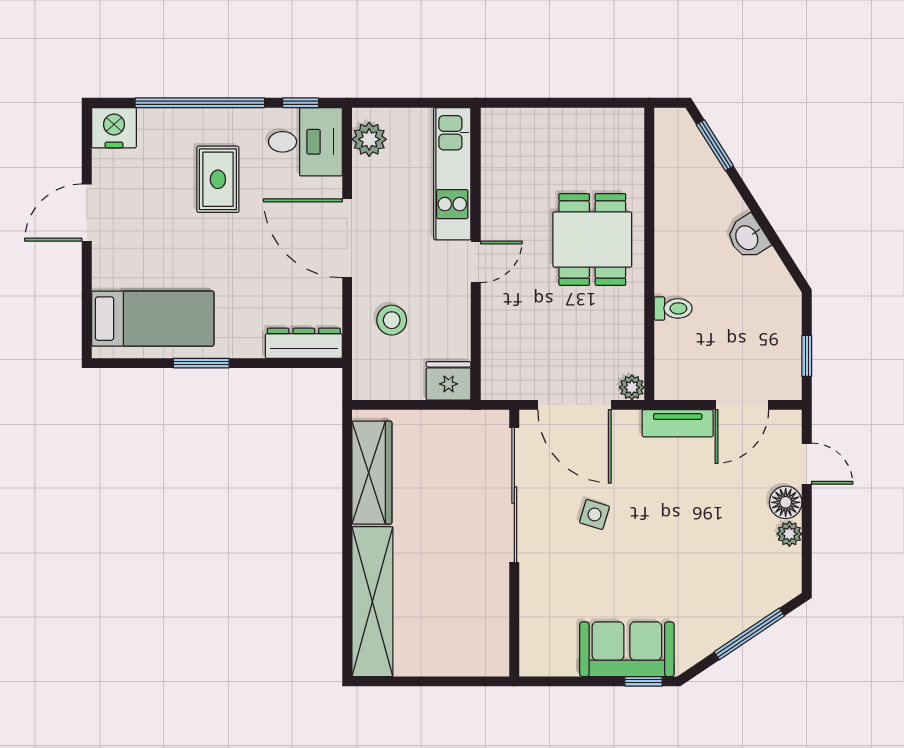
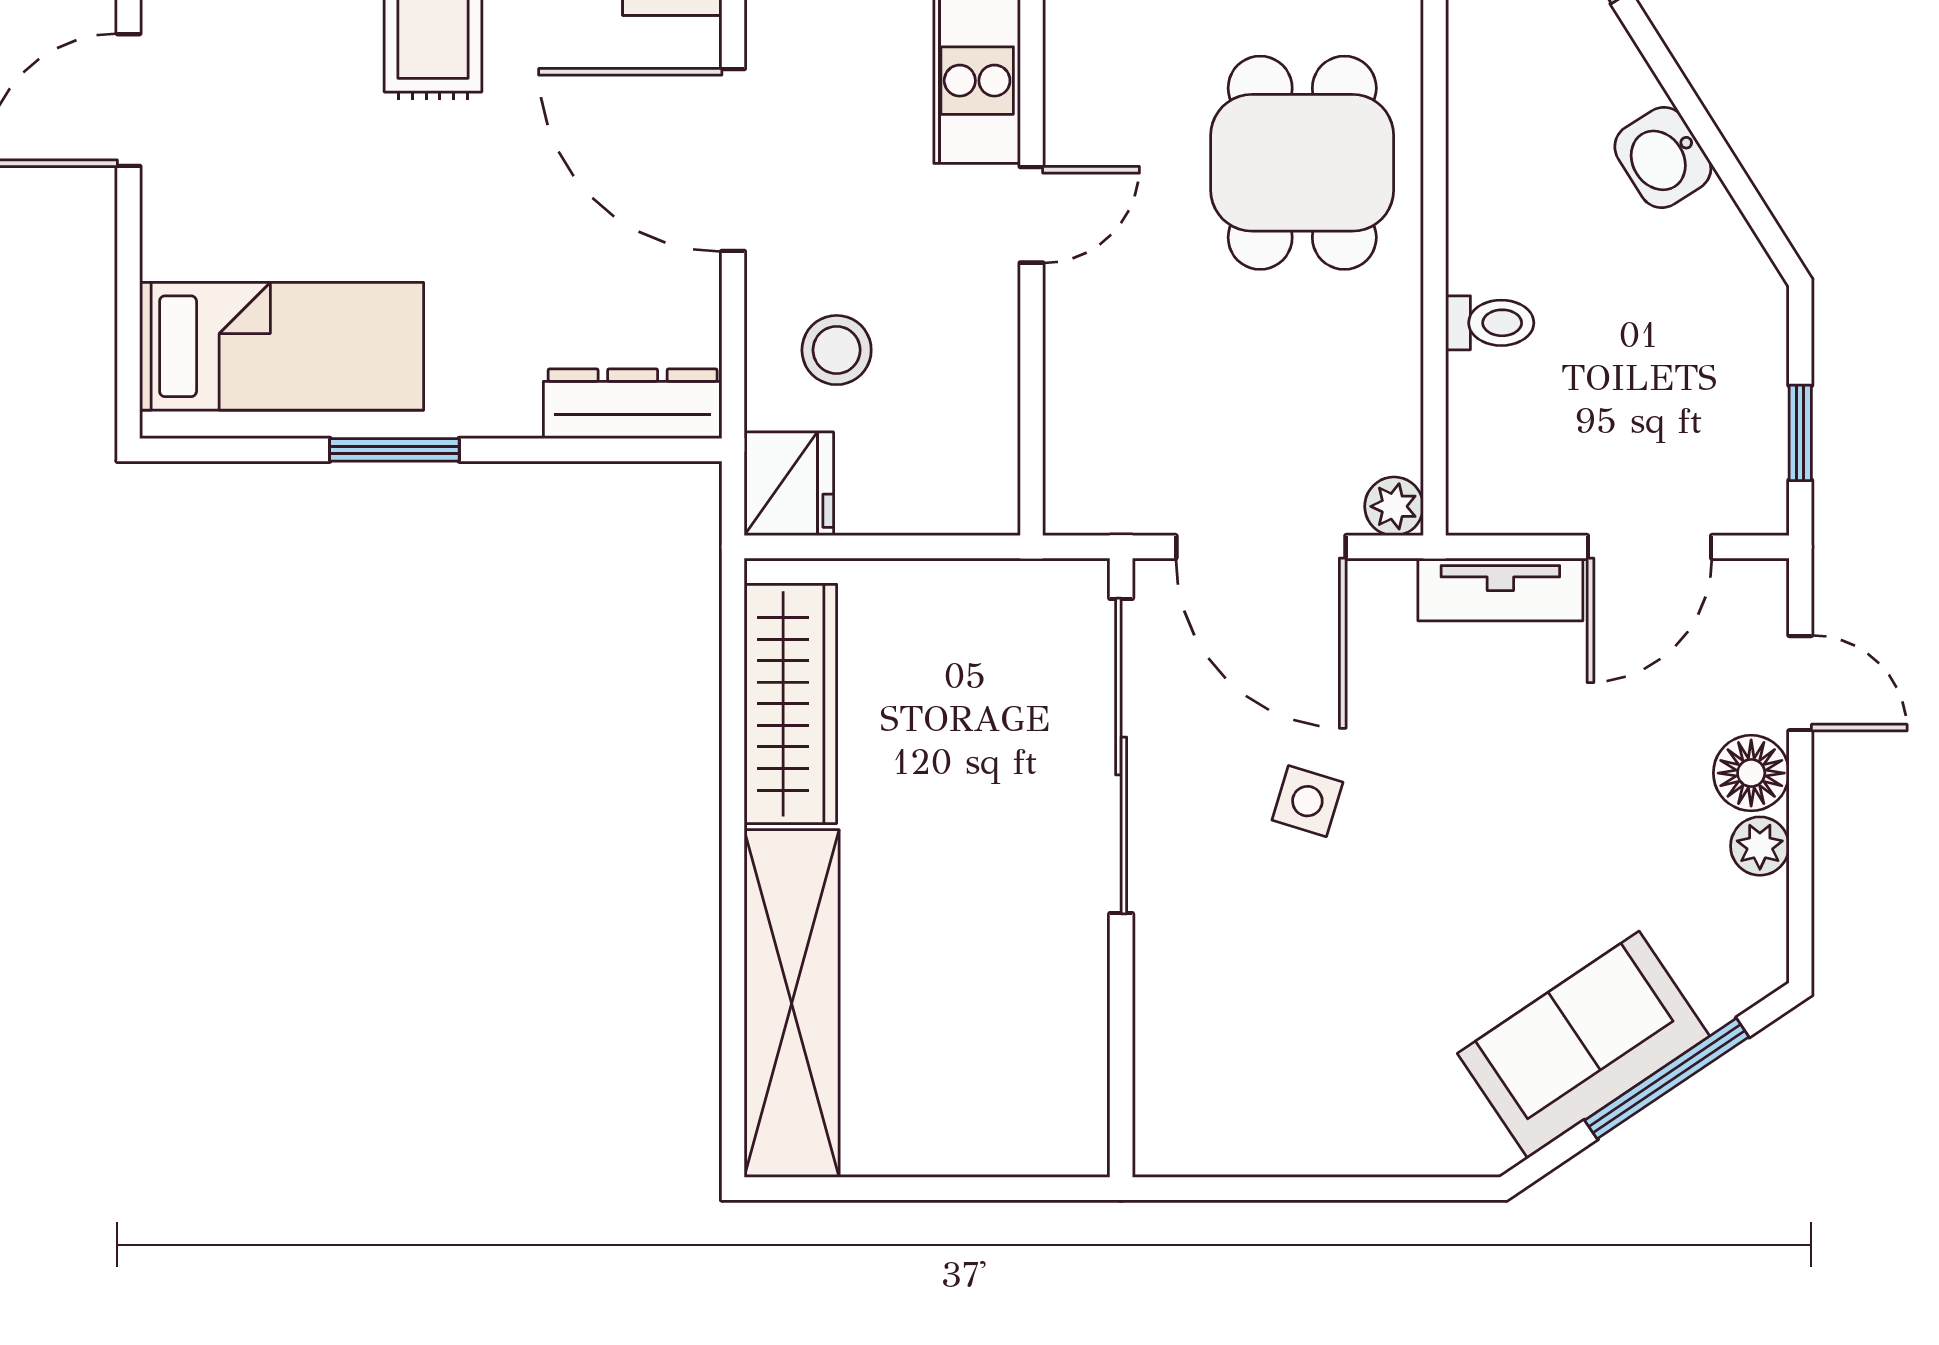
fridge: (449, 381) -> (789, 484), moved, turned 90
sofa: (627, 649) -> (1583, 1045), moved, turned -34
window: (643, 681) -> (1421, 1189), removed

